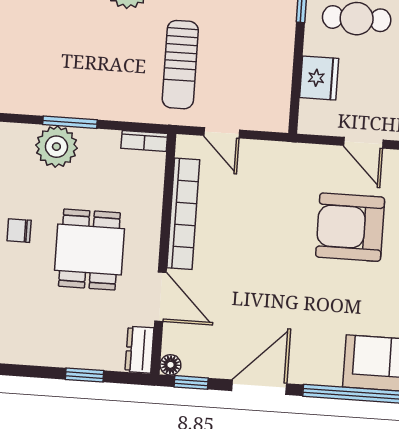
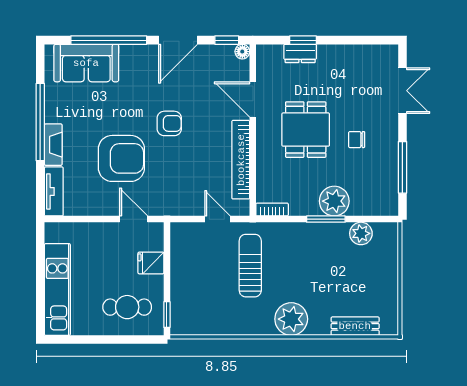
fridge: (319, 78) -> (151, 263), width x0.72
plant: (22, 99) -> (361, 233), added
door: (363, 143) -> (134, 219), moved
chair: (19, 231) -> (357, 140), turned 180
armchair: (280, 271) -> (169, 123), added
dresser: (139, 350) -> (300, 53), moved, turned 90

